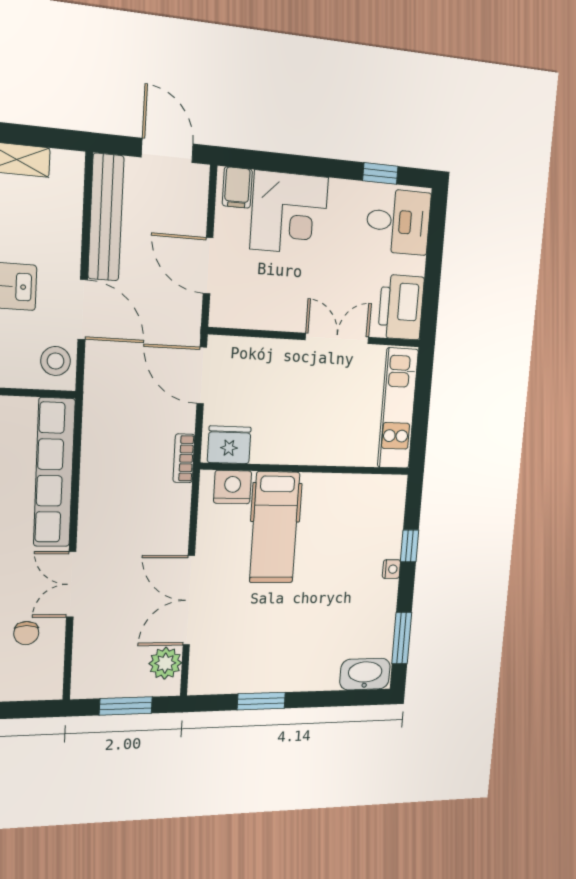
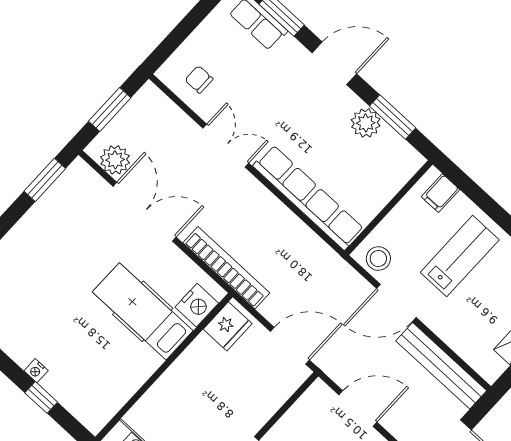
bookcase: (184, 458) -> (226, 268), width x2.31, depth x1.31
chair: (26, 633) -> (199, 79), moved
window: (261, 701) -> (45, 180), moved

